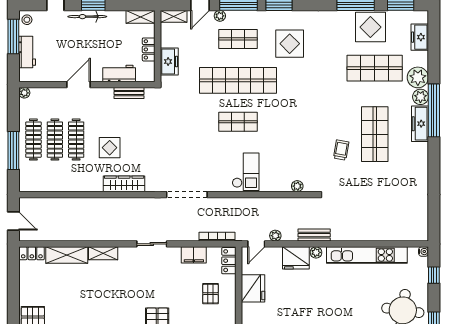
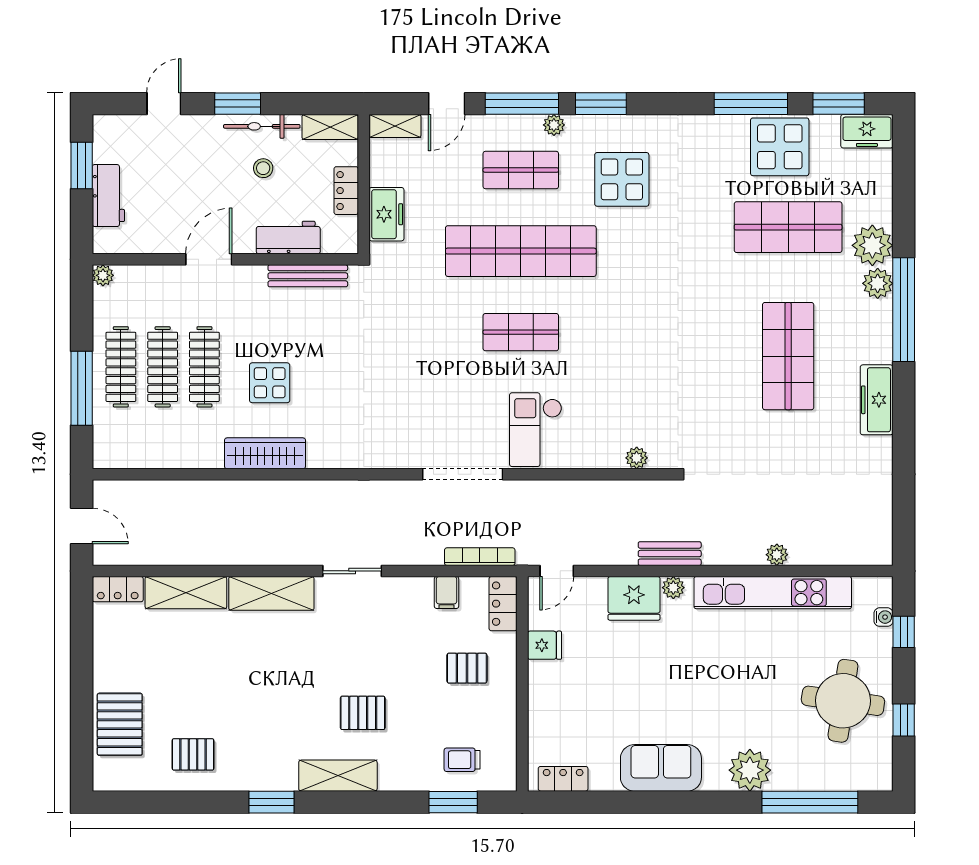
plant: (220, 16) -> (554, 125), moved
bicycle: (87, 17) -> (262, 126), moved
stool: (27, 20) -> (263, 168), moved
window: (13, 37) -> (82, 165), width x0.69
freezer: (420, 37) -> (867, 131), moved, turned -90
bench: (129, 93) -> (308, 276), width x1.36
freezer: (420, 124) -> (877, 400), moved
trolley: (341, 150) -> (723, 387), removed
checkout: (246, 172) -> (536, 430), turned 180
wardrobe: (124, 184) -> (265, 453), moved
doorway: (187, 195) -> (463, 474), moved
plant: (275, 236) -> (777, 555), moved
water cooler: (424, 252) -> (884, 617), moved
shelving: (103, 253) -> (271, 593), width x1.50, depth x1.33
filing cabinet: (194, 255) -> (447, 592), width x0.50
fridge: (253, 288) -> (544, 645), width x0.53, depth x0.75
pallet: (210, 294) -> (467, 668), turned 90

